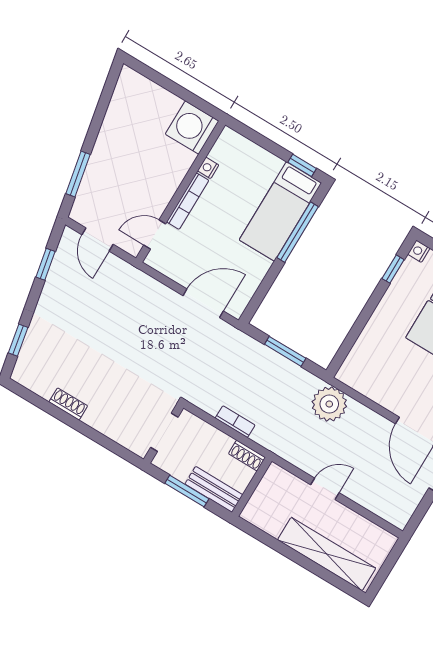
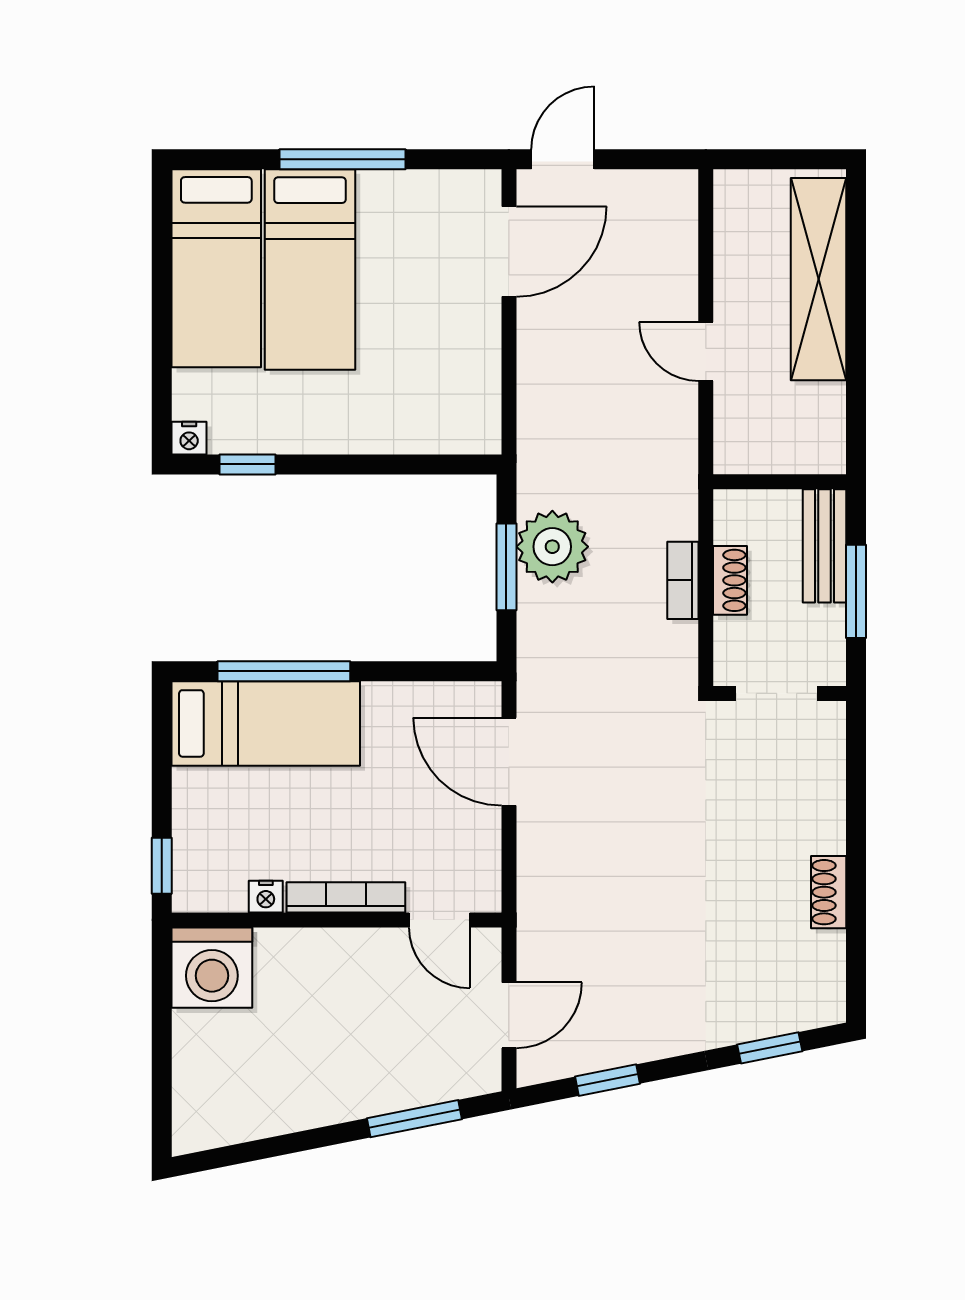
window: (302, 165) -> (162, 866), moved
plant: (329, 404) -> (552, 547), moved
shoe rack: (247, 456) -> (730, 580), moved

